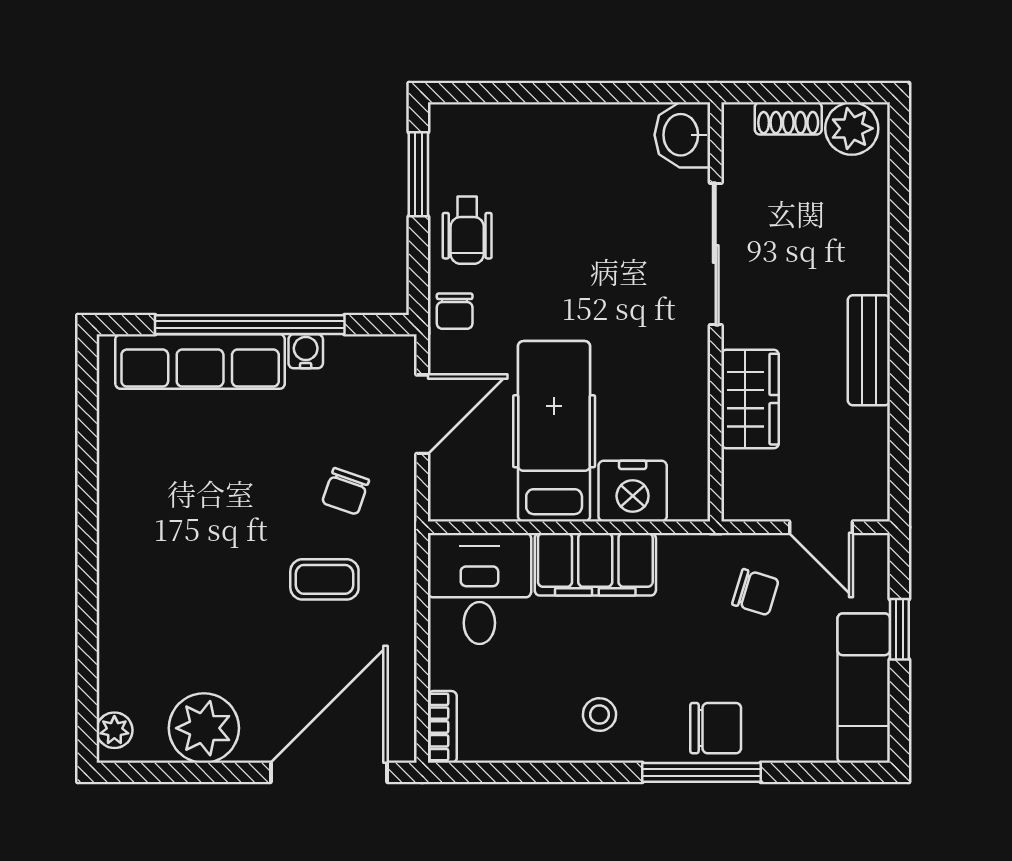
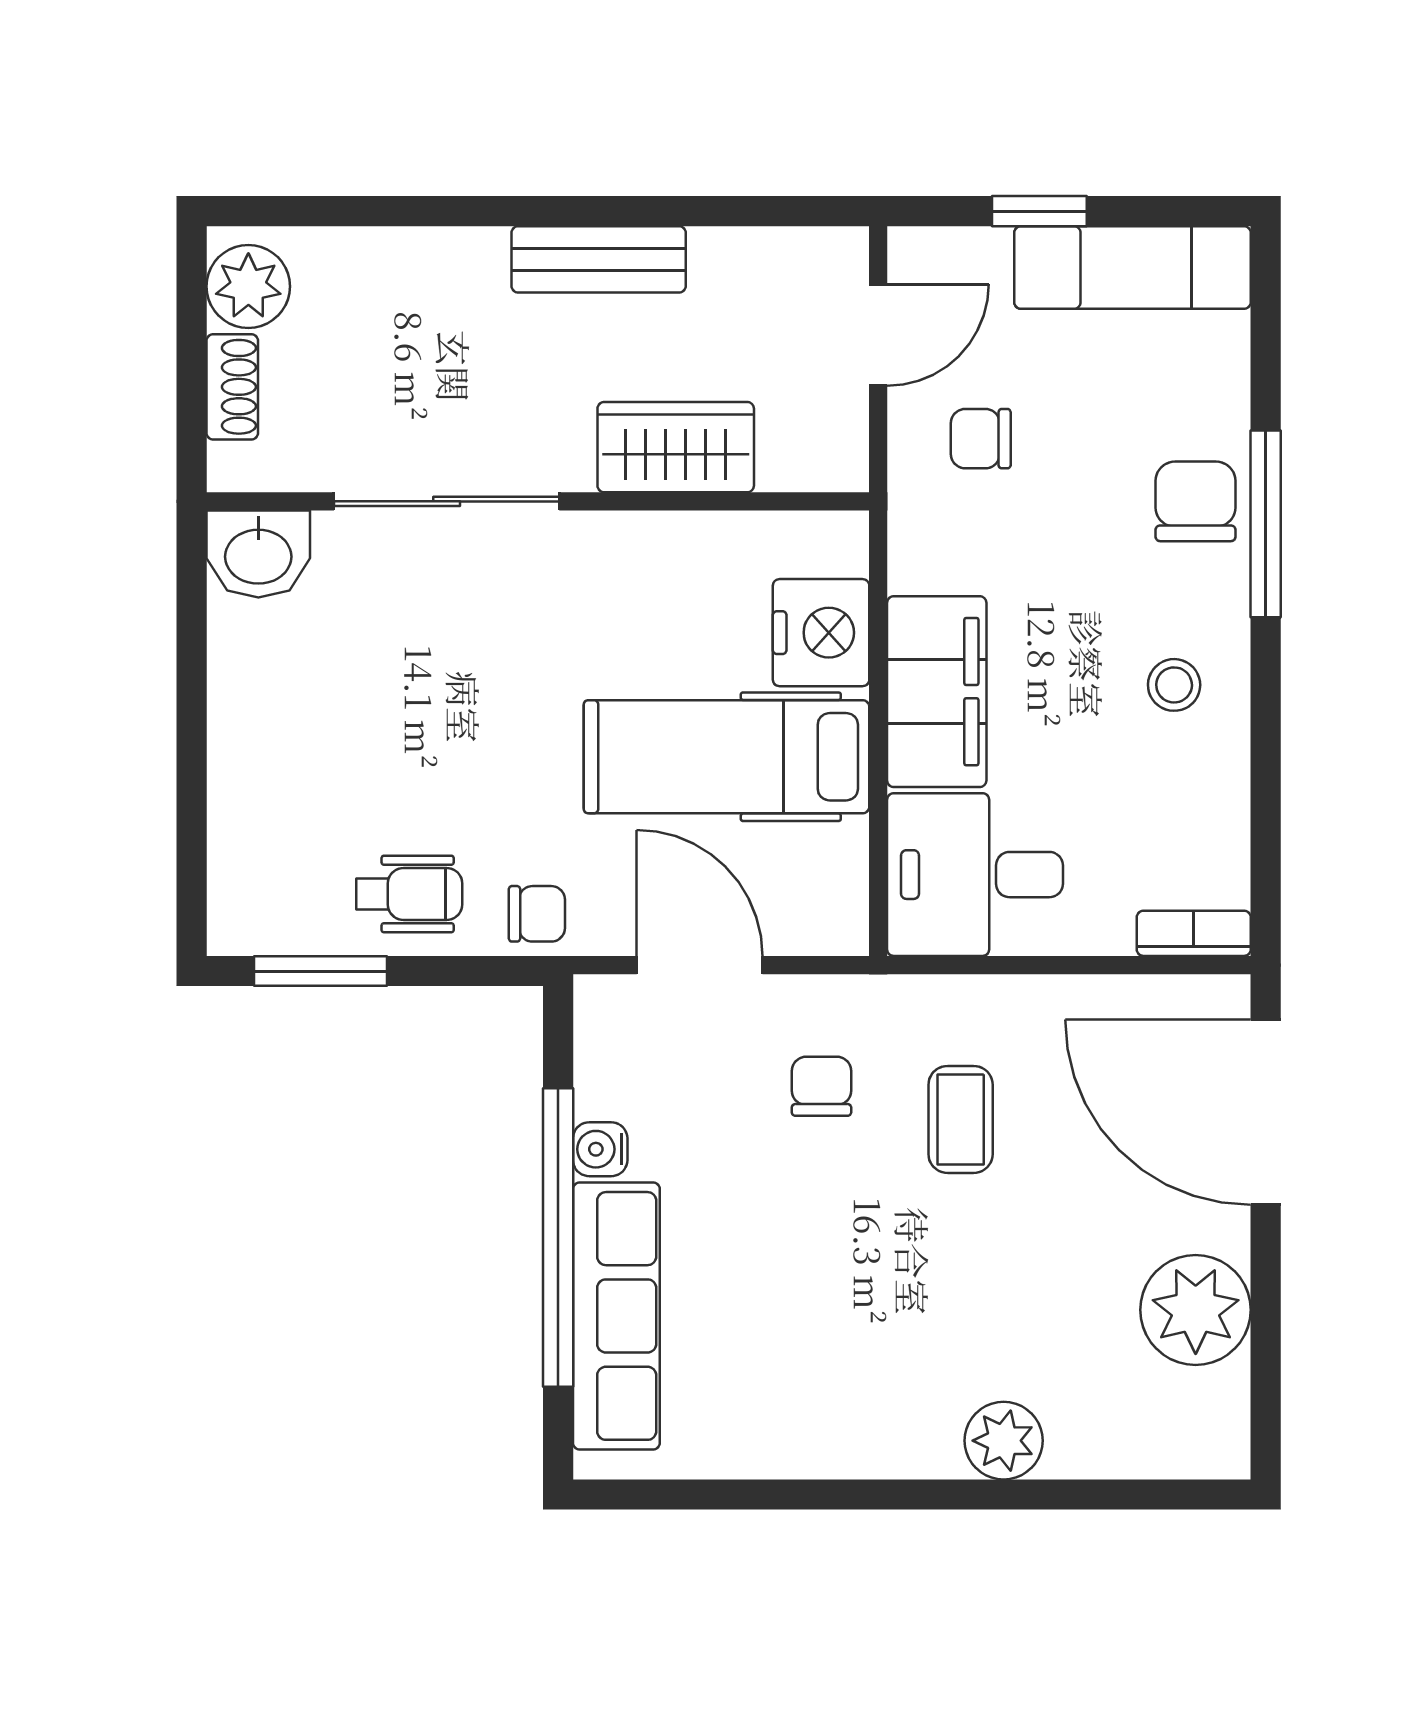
chair: (346, 491) -> (821, 1086), turned -109
chair: (755, 592) -> (981, 439), turned -107
plant: (114, 730) -> (1004, 1441), moved, width x1.38, depth x1.38

